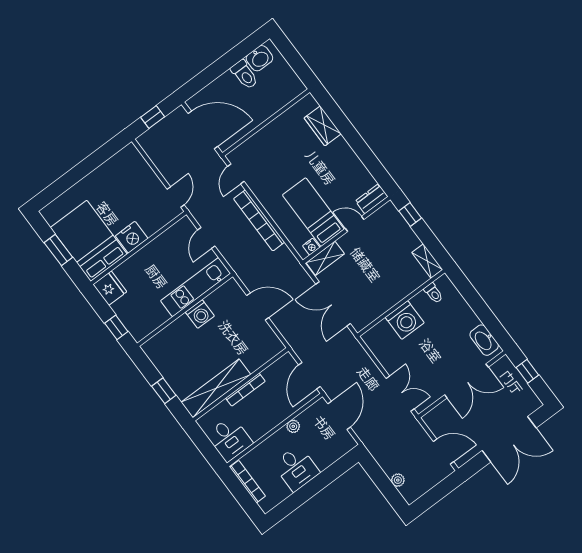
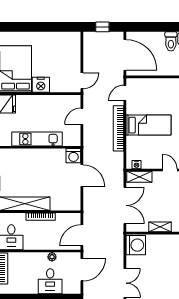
bed: (313, 212) -> (148, 125), moved, turned 90
kitchen unit: (196, 287) -> (37, 139), moved
shelving: (392, 298) -> (160, 227), added
double door: (333, 304) -> (125, 205), swing flipped
washing machine: (200, 314) -> (73, 156), moved
washing machine: (405, 320) -> (136, 245), moved, turned -90
desk: (296, 468) -> (50, 281), moved

